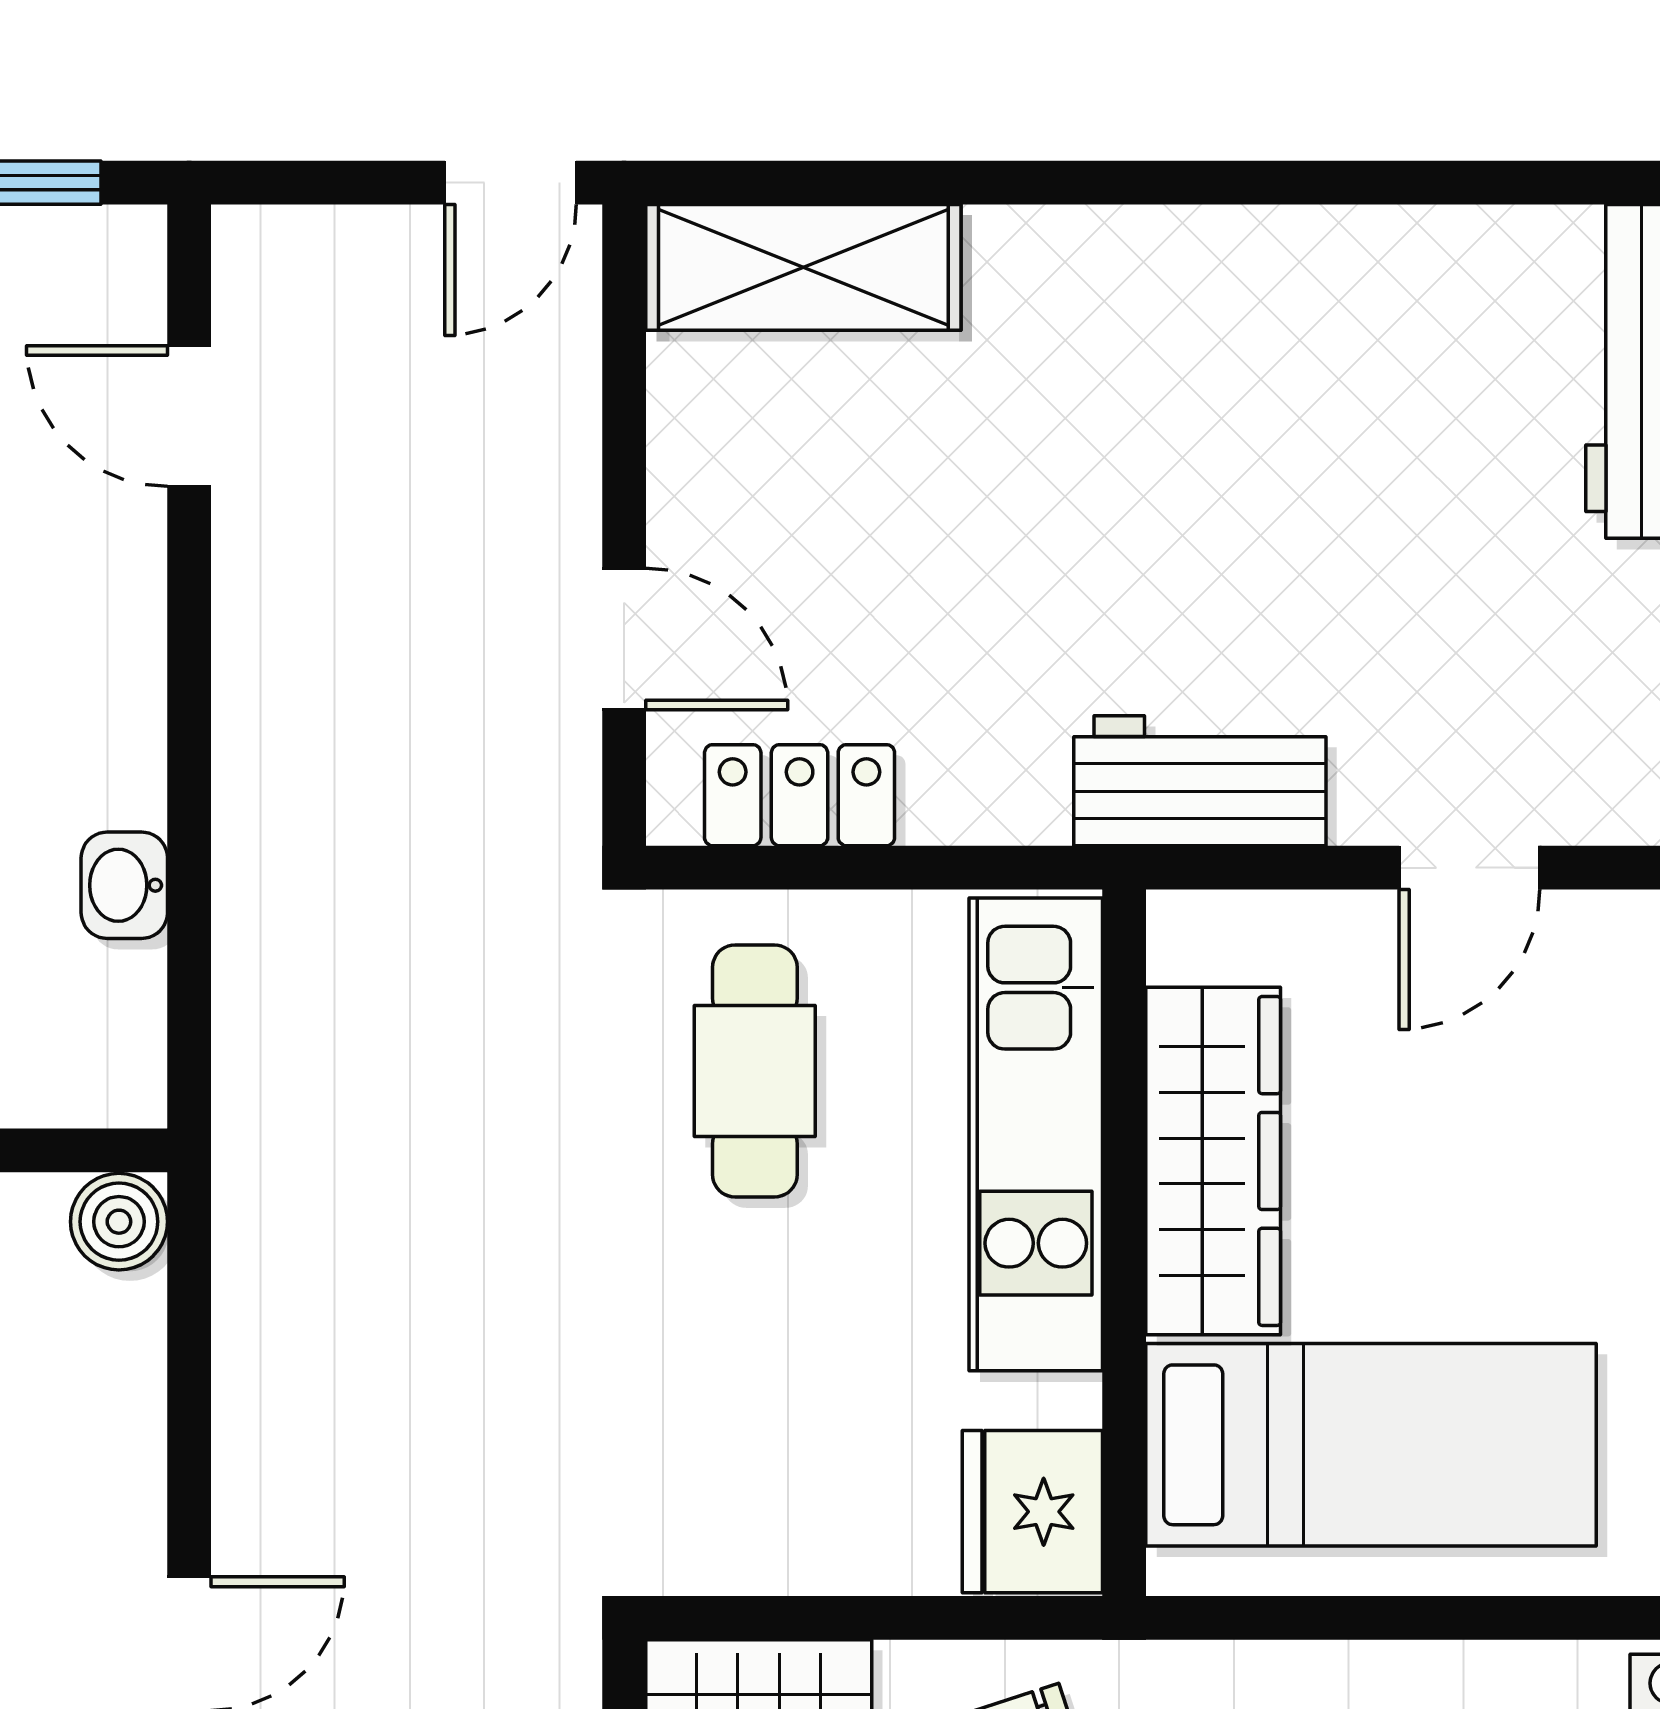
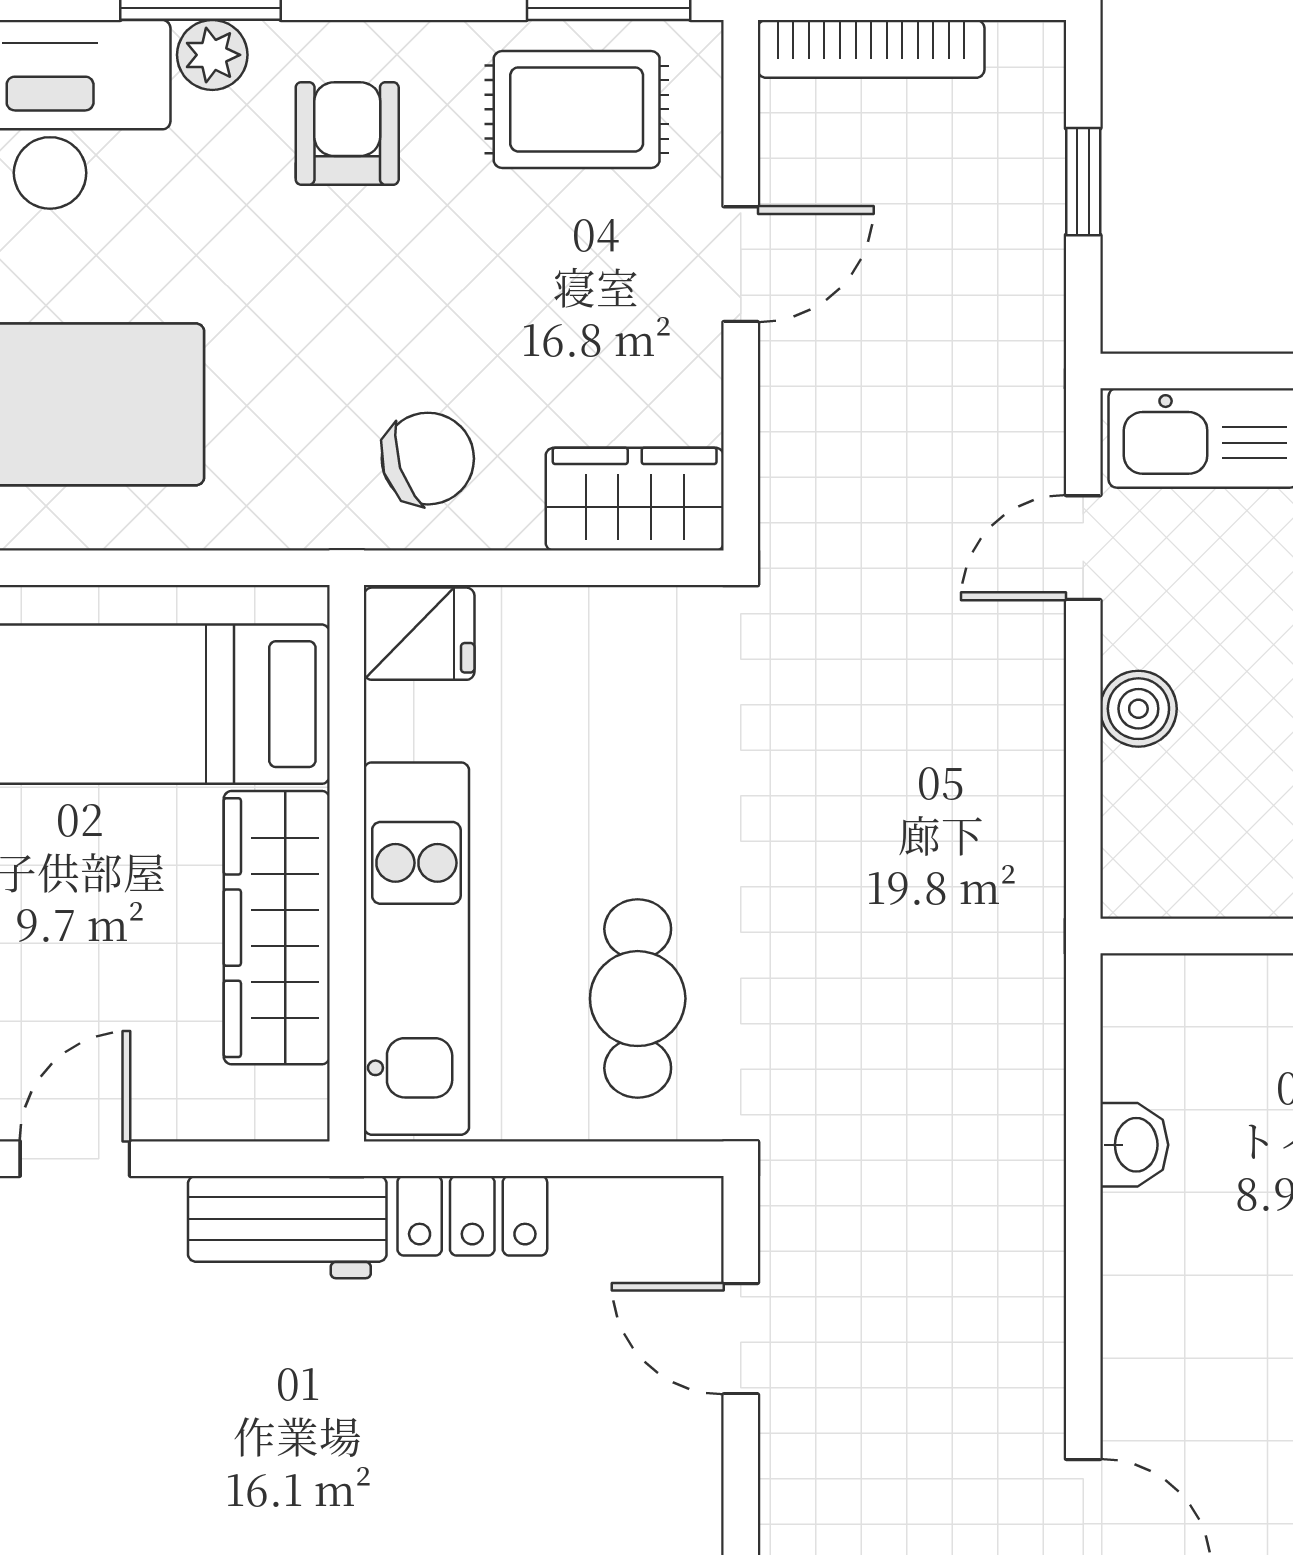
locker: (800, 795) -> (472, 1216), moved
boiler: (119, 1222) -> (1138, 709), moved
fridge: (1032, 1512) -> (419, 634), width x0.72

